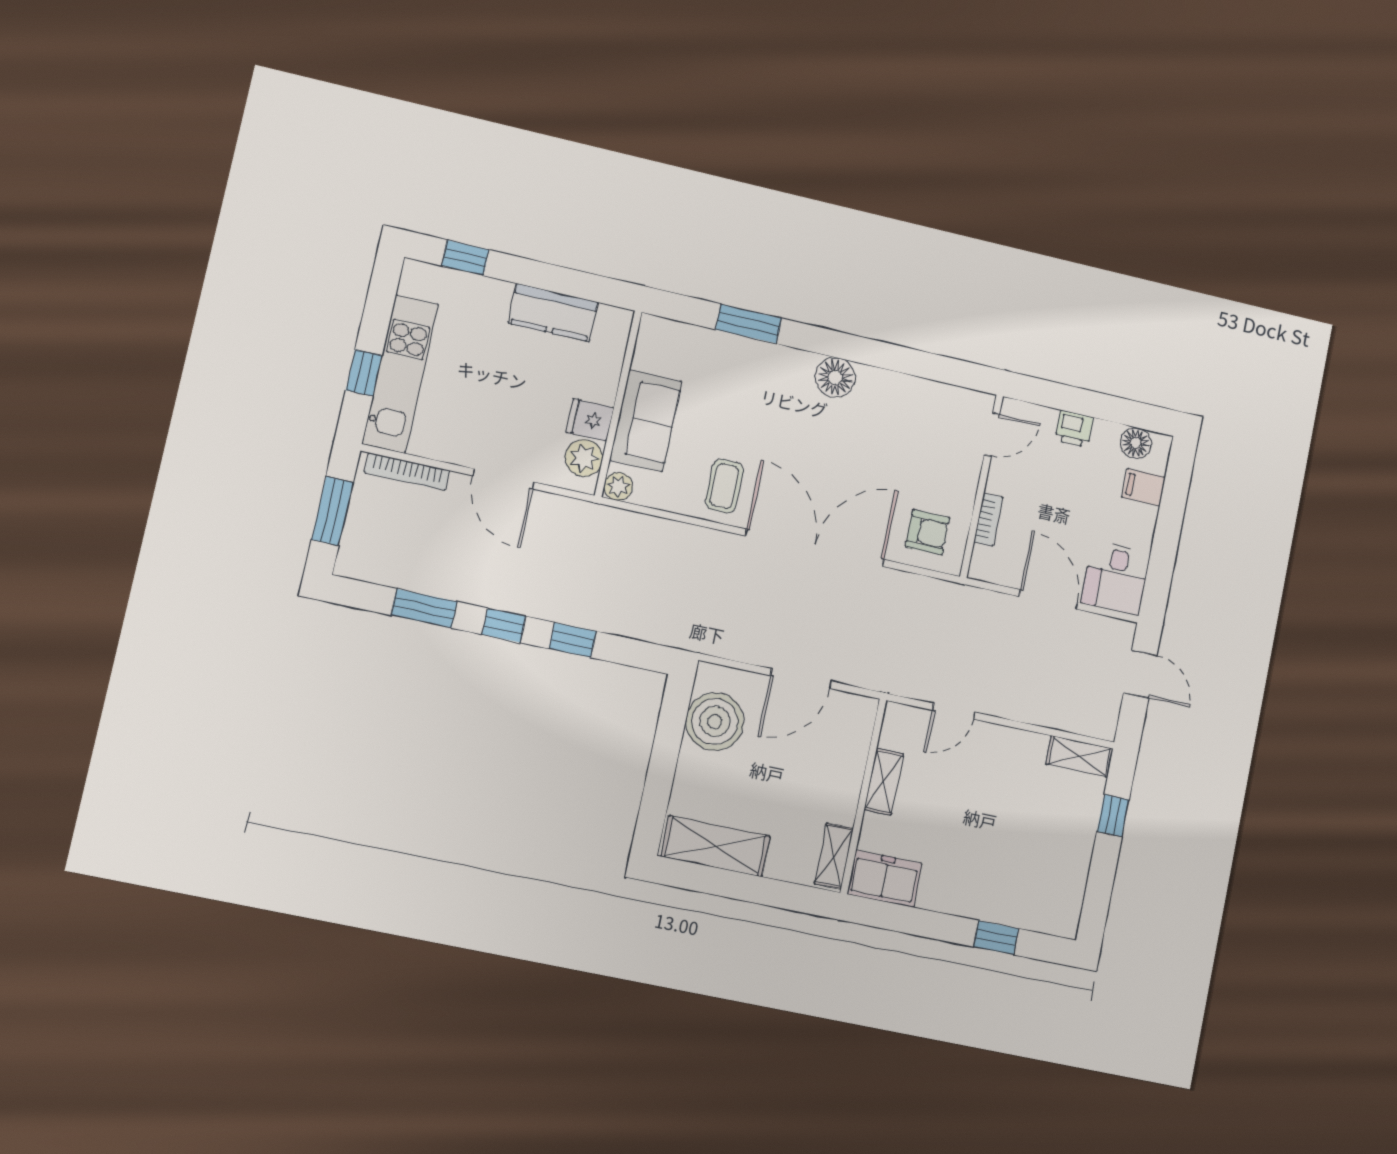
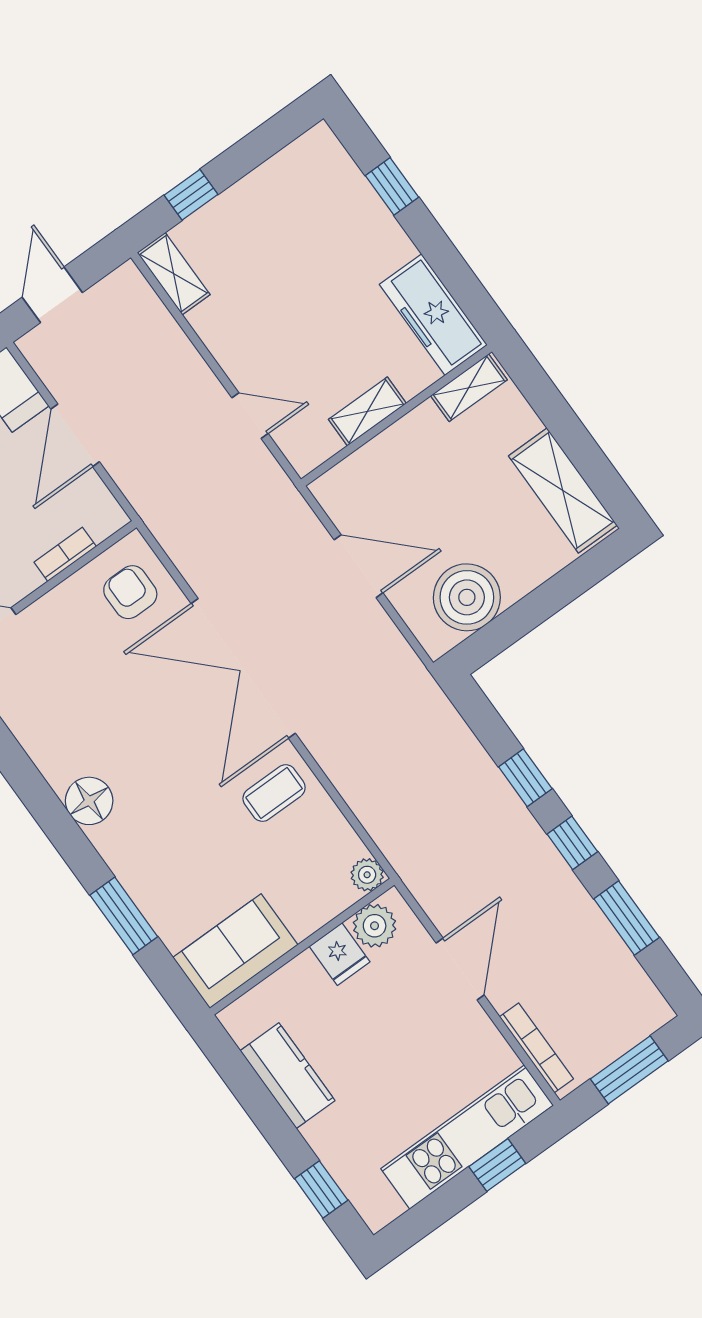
sofa: (646, 421) -> (235, 951), moved
freezer: (885, 879) -> (433, 315), width x1.40

